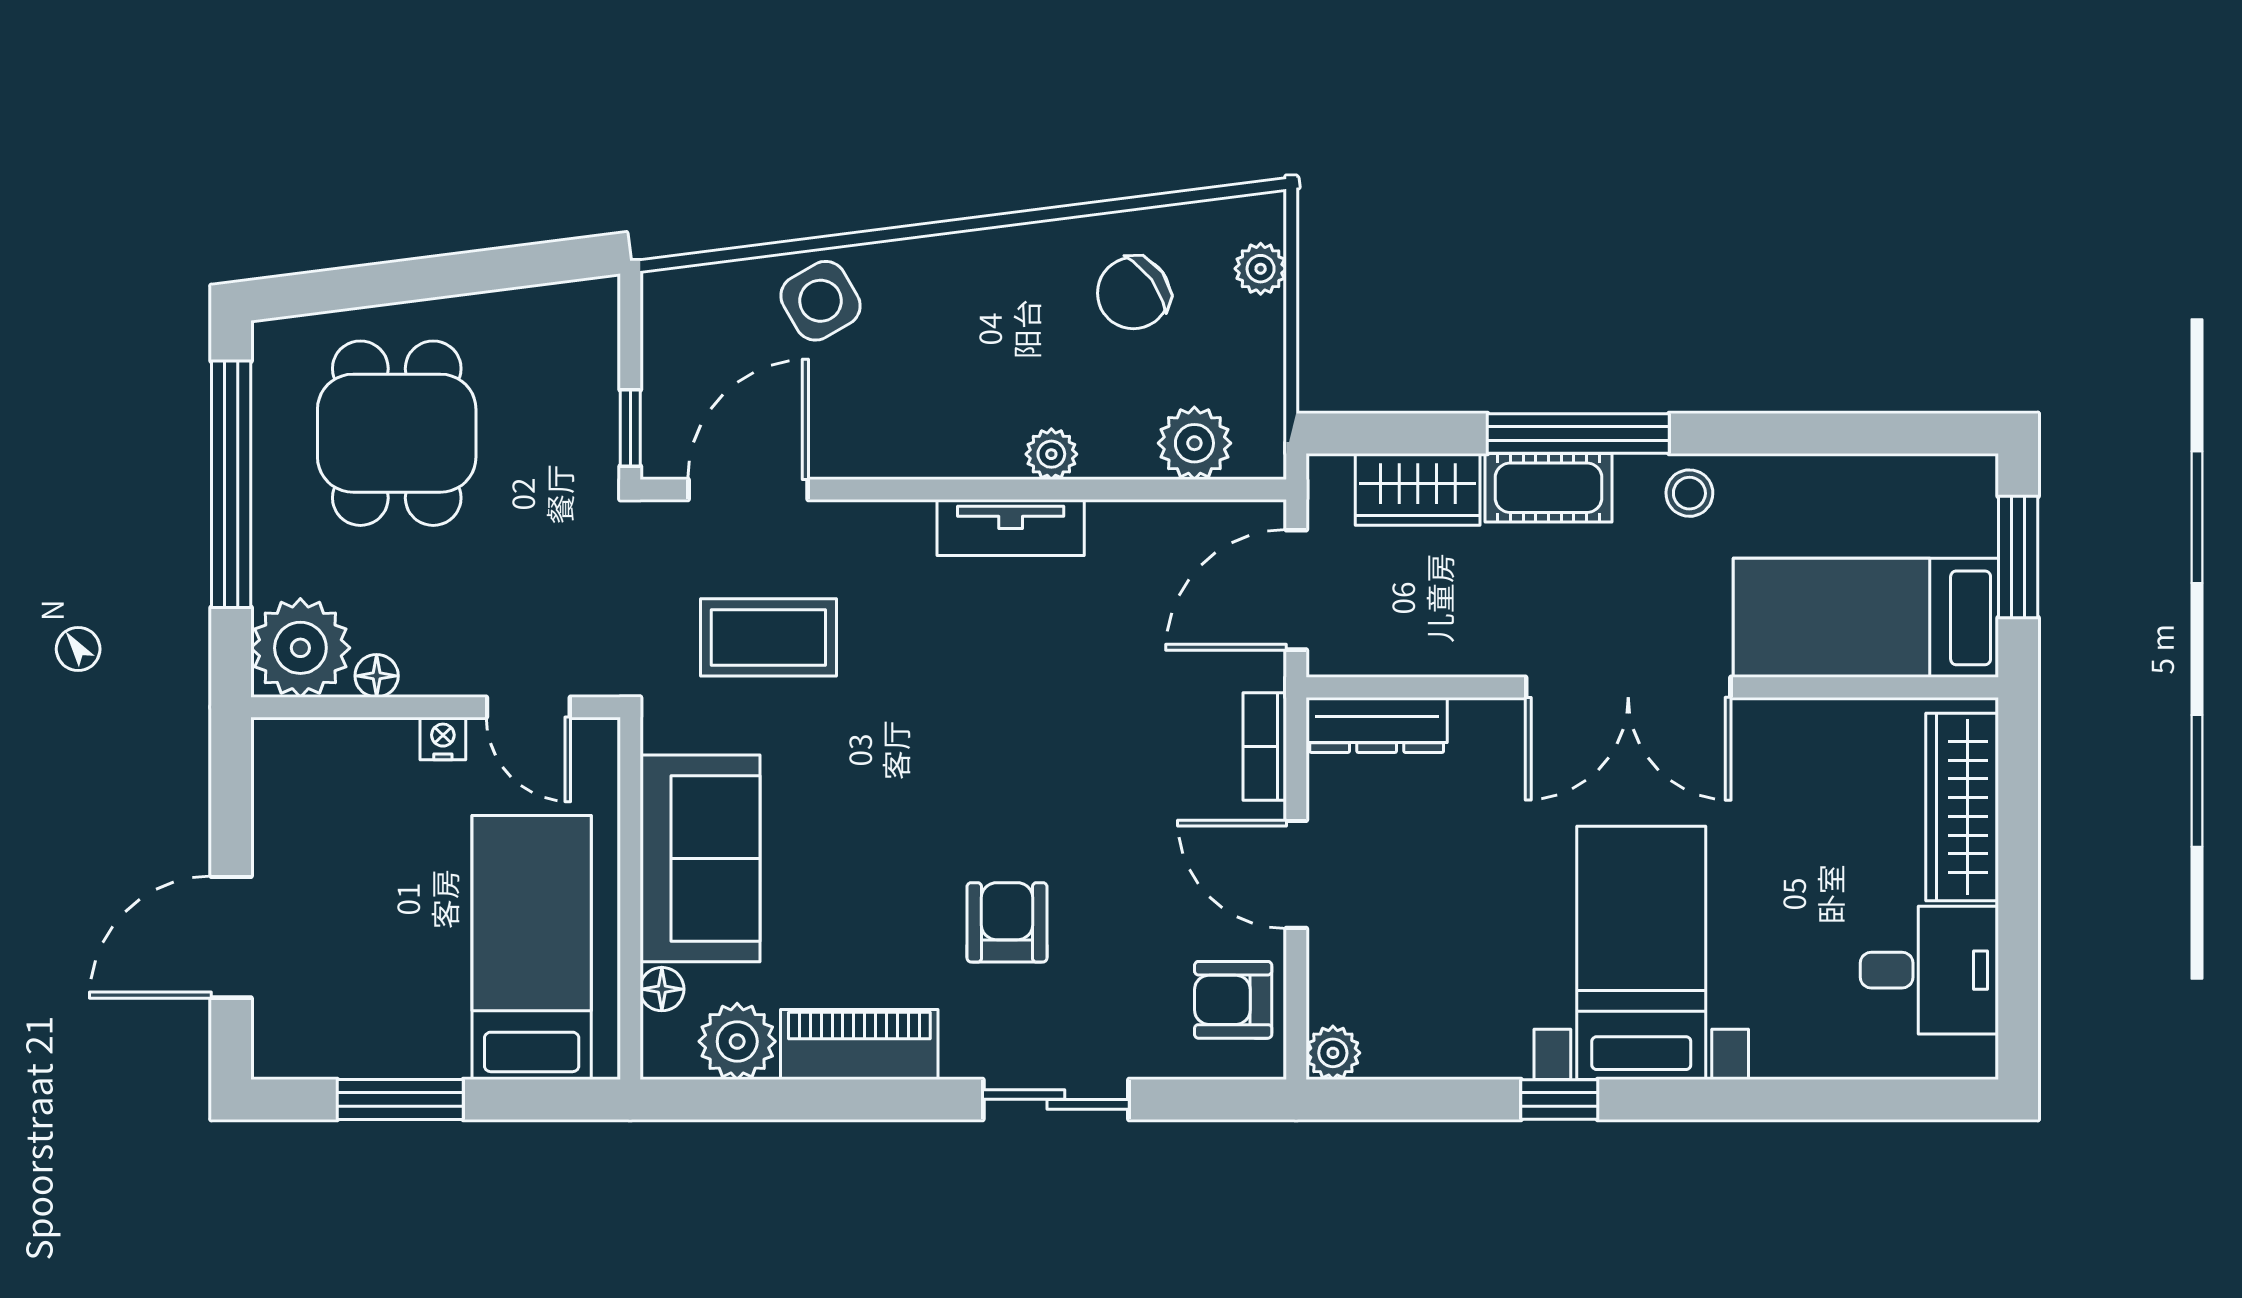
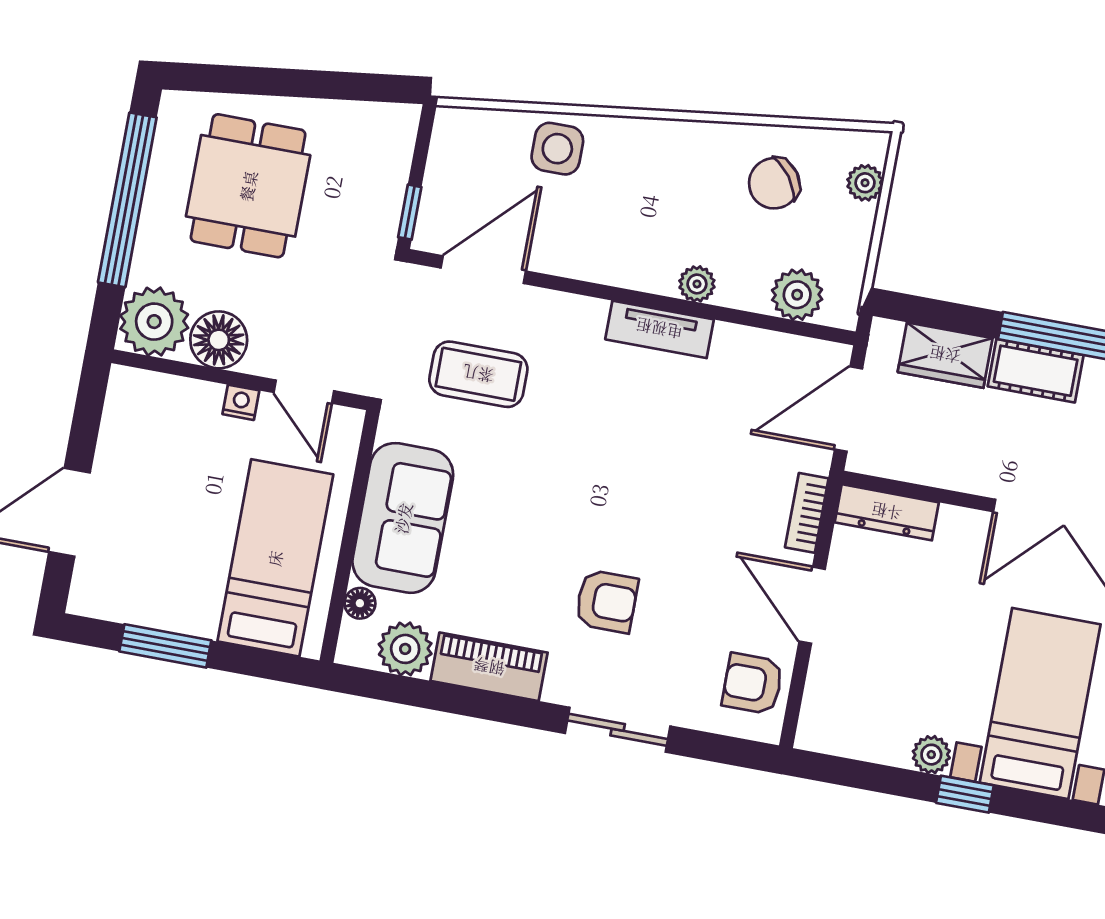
side table: (820, 301) -> (557, 149), turned 30
floor lamp: (377, 676) -> (219, 340), width x1.89, depth x1.89
armchair: (1007, 922) -> (607, 601), turned 90
plant: (1333, 1053) -> (931, 755), moved

